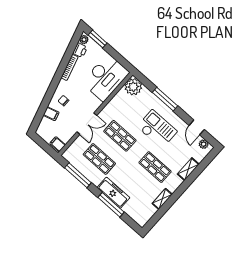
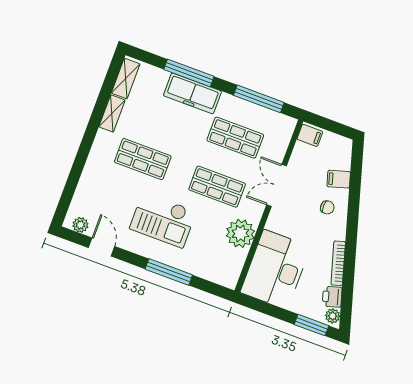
plant: (133, 87) -> (240, 233), moved
shelving: (188, 169) -> (126, 79), moved

